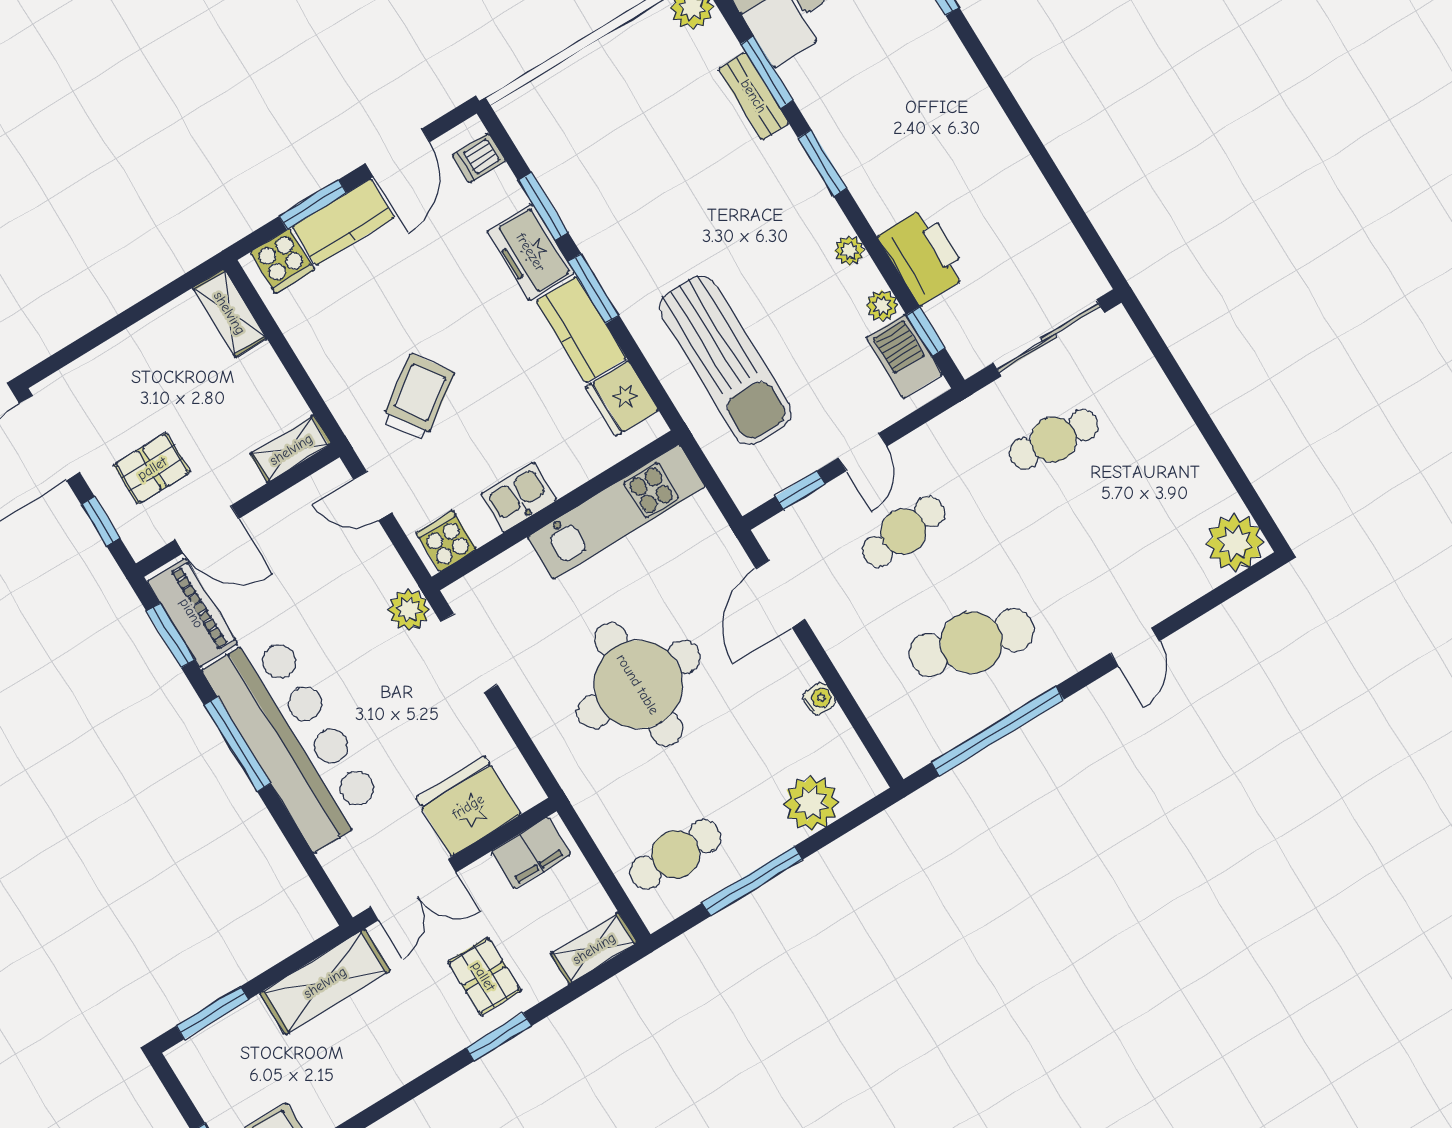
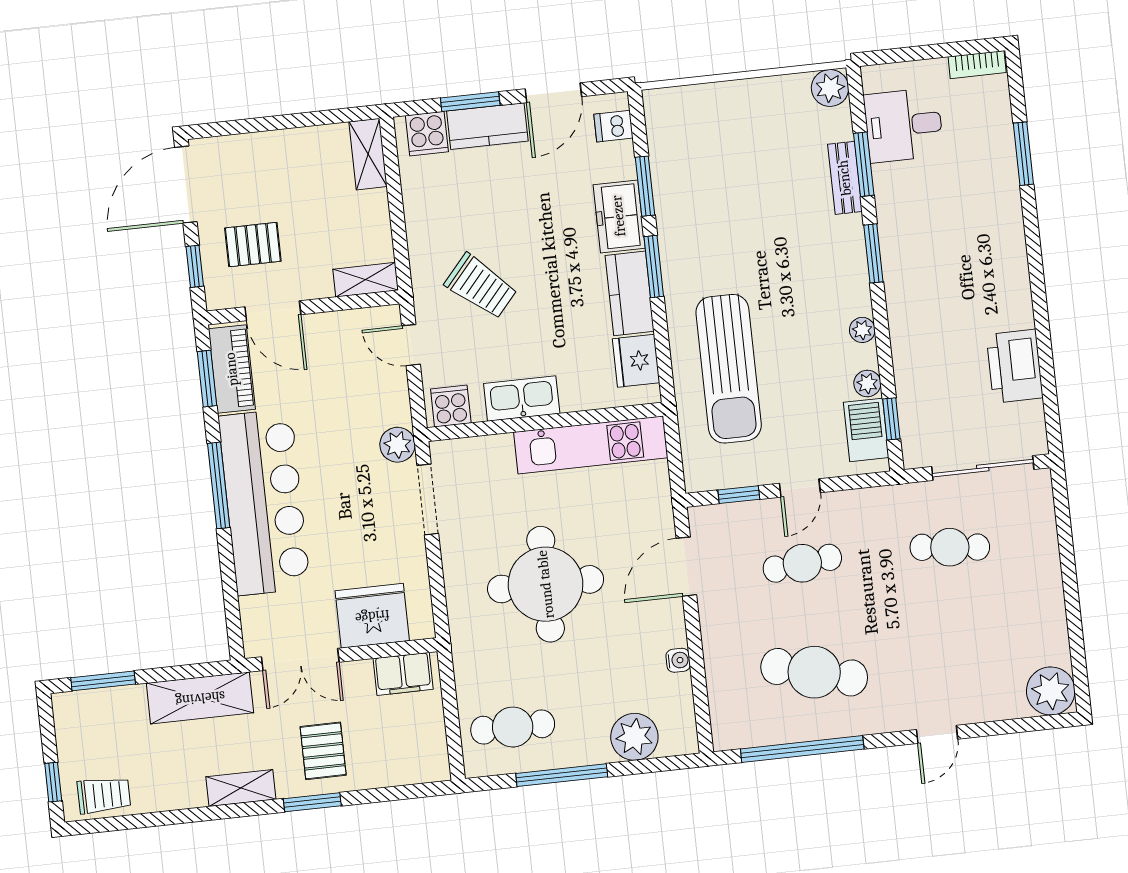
printer: (923, 256) -> (1015, 366), moved, turned 180
trolley: (418, 397) -> (481, 286), turned 76
kitchen sink: (518, 497) -> (522, 398), width x1.38
shelving: (594, 948) -> (241, 788), moved

